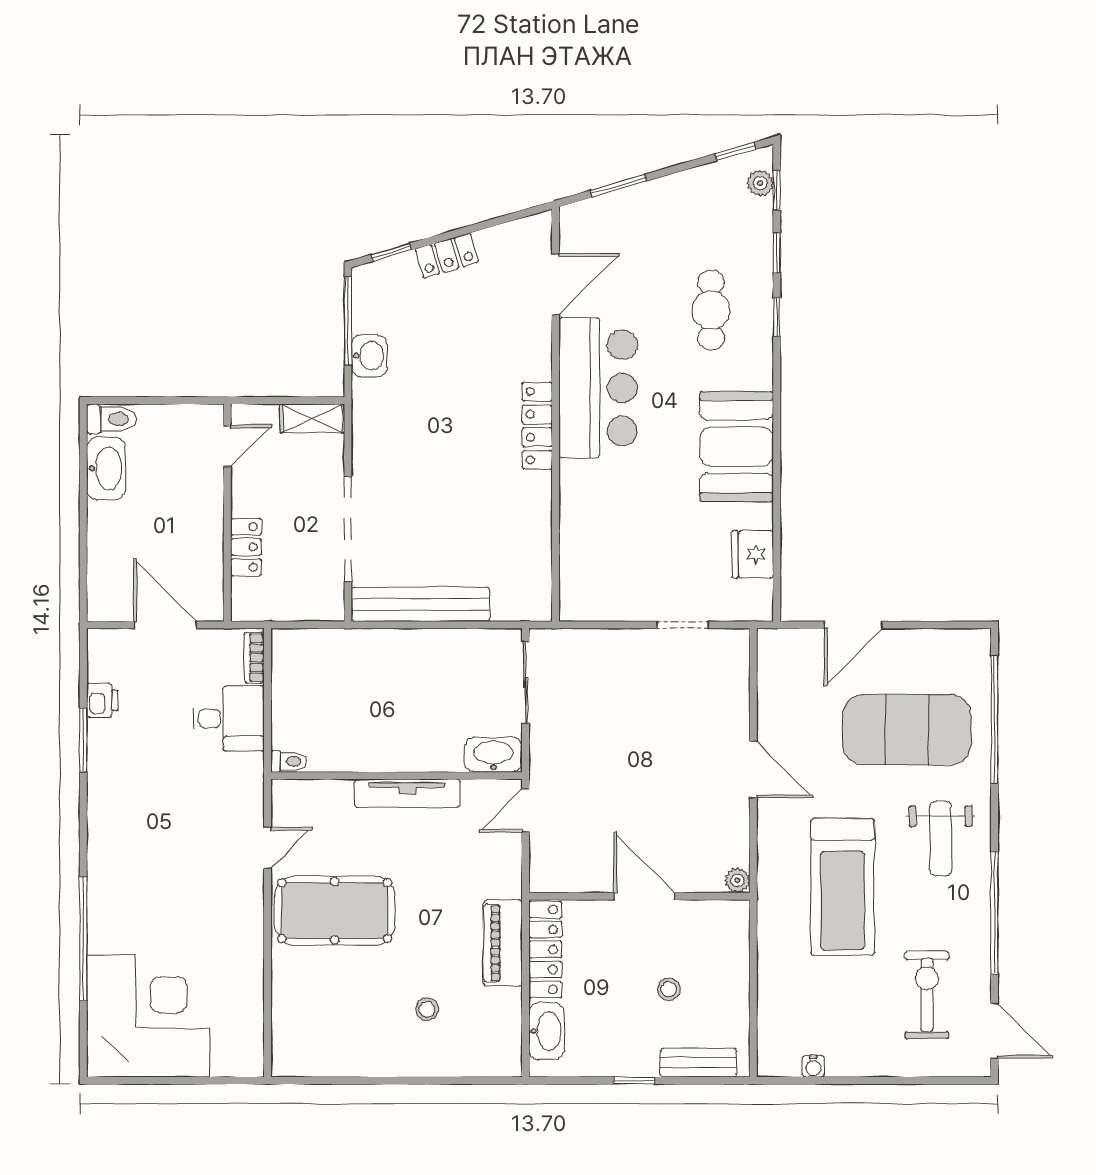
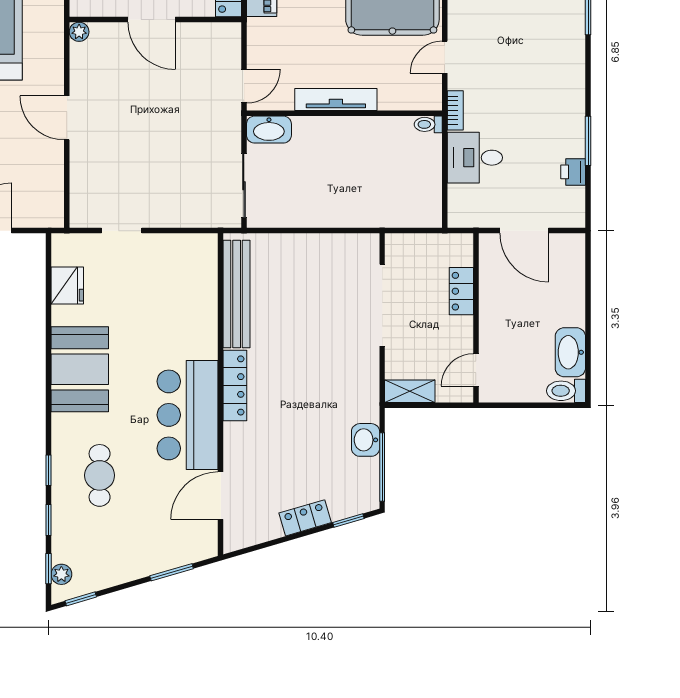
bench: (420, 604) -> (237, 294), moved, turned 90
bookcase: (254, 658) -> (455, 110), moved

